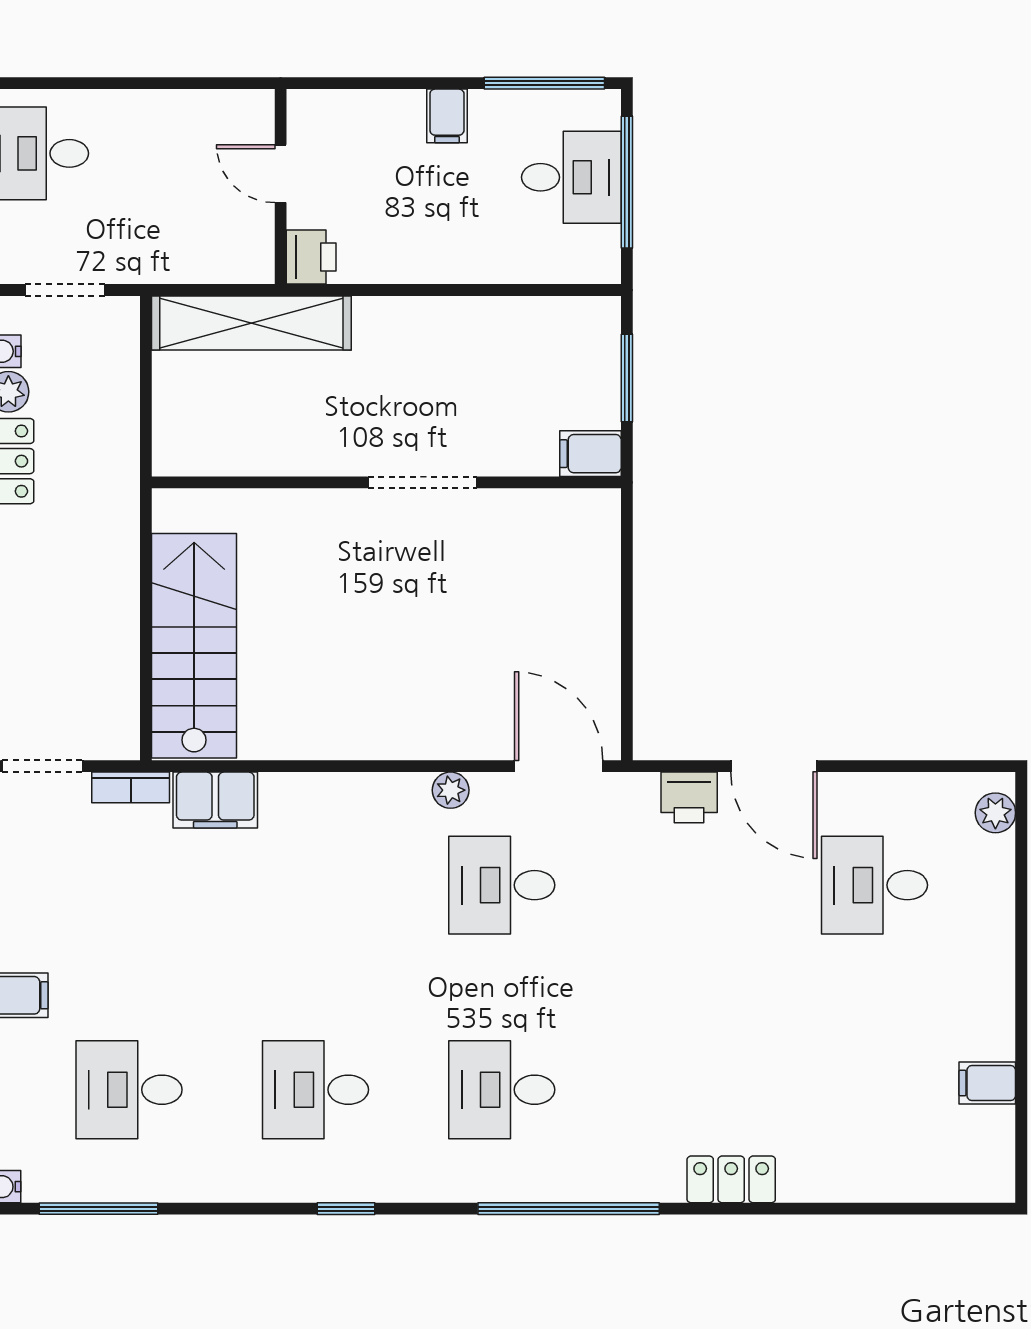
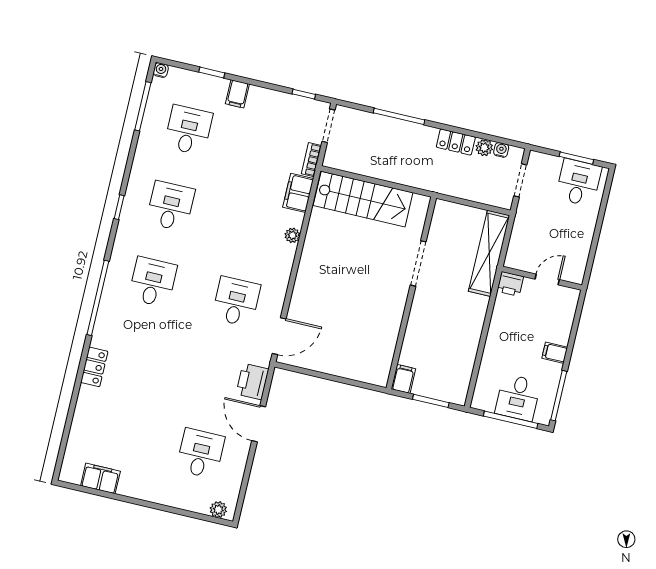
doorway: (422, 482) -> (418, 263), moved
door: (774, 766) -> (259, 424), hinge flipped
plant: (451, 790) -> (292, 235), moved
printer: (689, 797) -> (252, 382), width x1.36, depth x1.24
filing cabinet: (987, 1083) -> (100, 478), width x2.00

